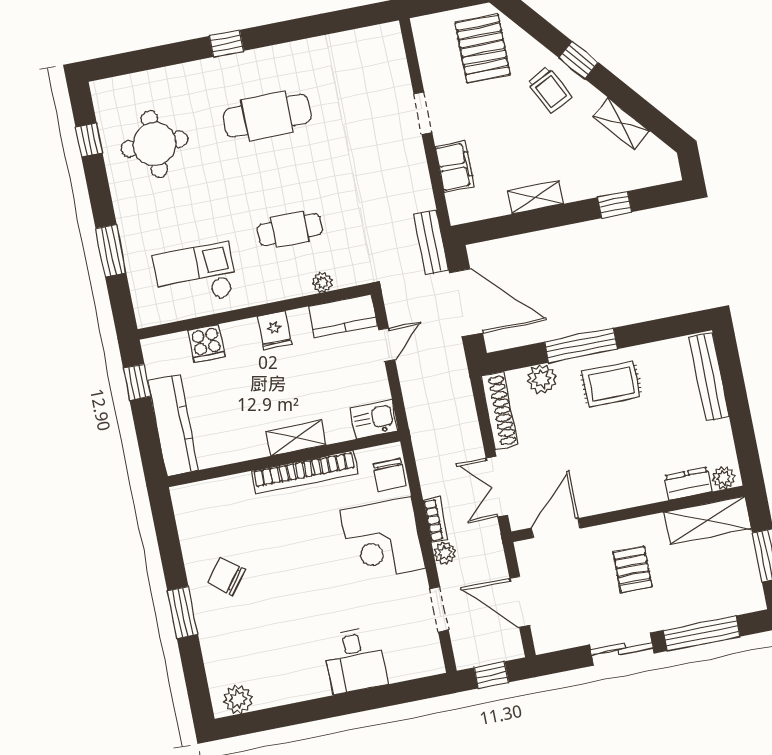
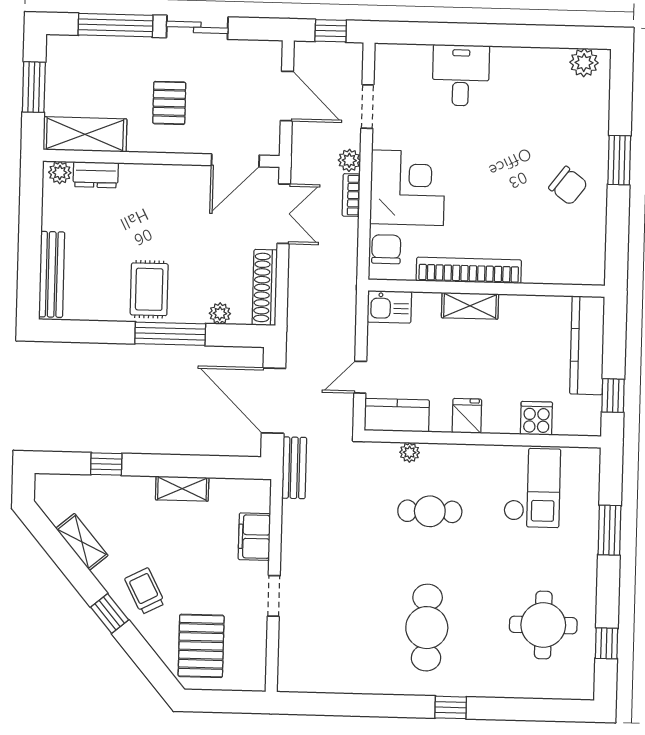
cafe table: (267, 116) -> (427, 628), turned 90
checkout: (195, 275) -> (532, 488), turned -90
plant: (542, 379) -> (220, 313), width x0.73, depth x0.73
rug: (611, 384) -> (149, 289), turned 90

